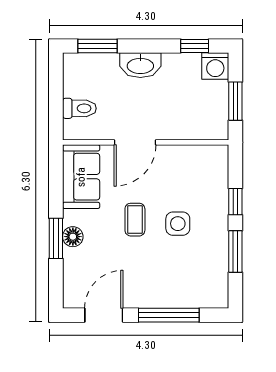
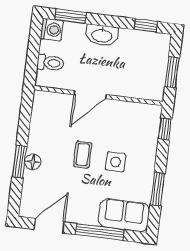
washing machine: (215, 66) -> (52, 30), moved, turned -90
sofa: (81, 177) -> (124, 215), moved, turned -90
window: (235, 202) -> (165, 129), moved

